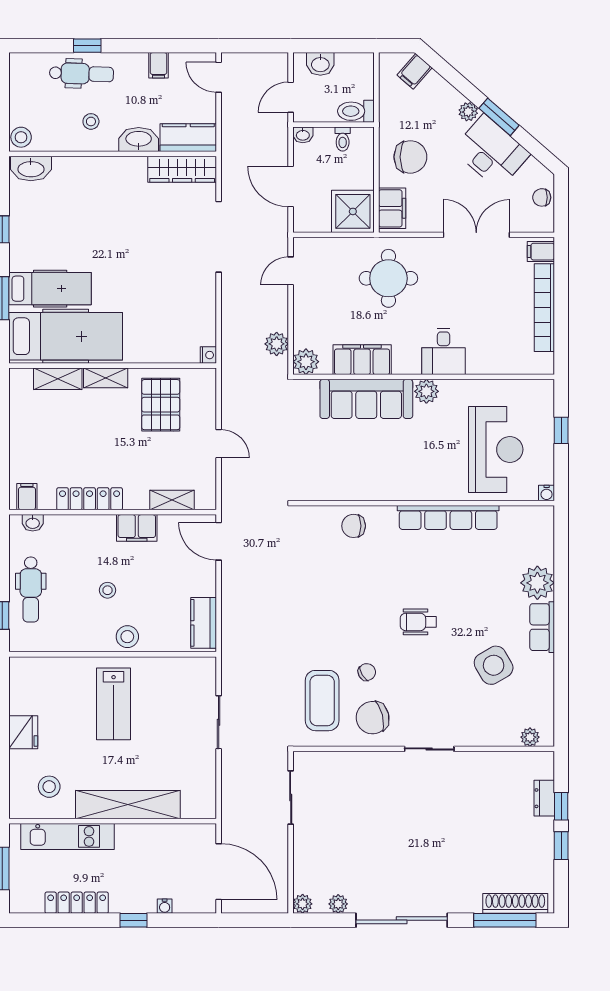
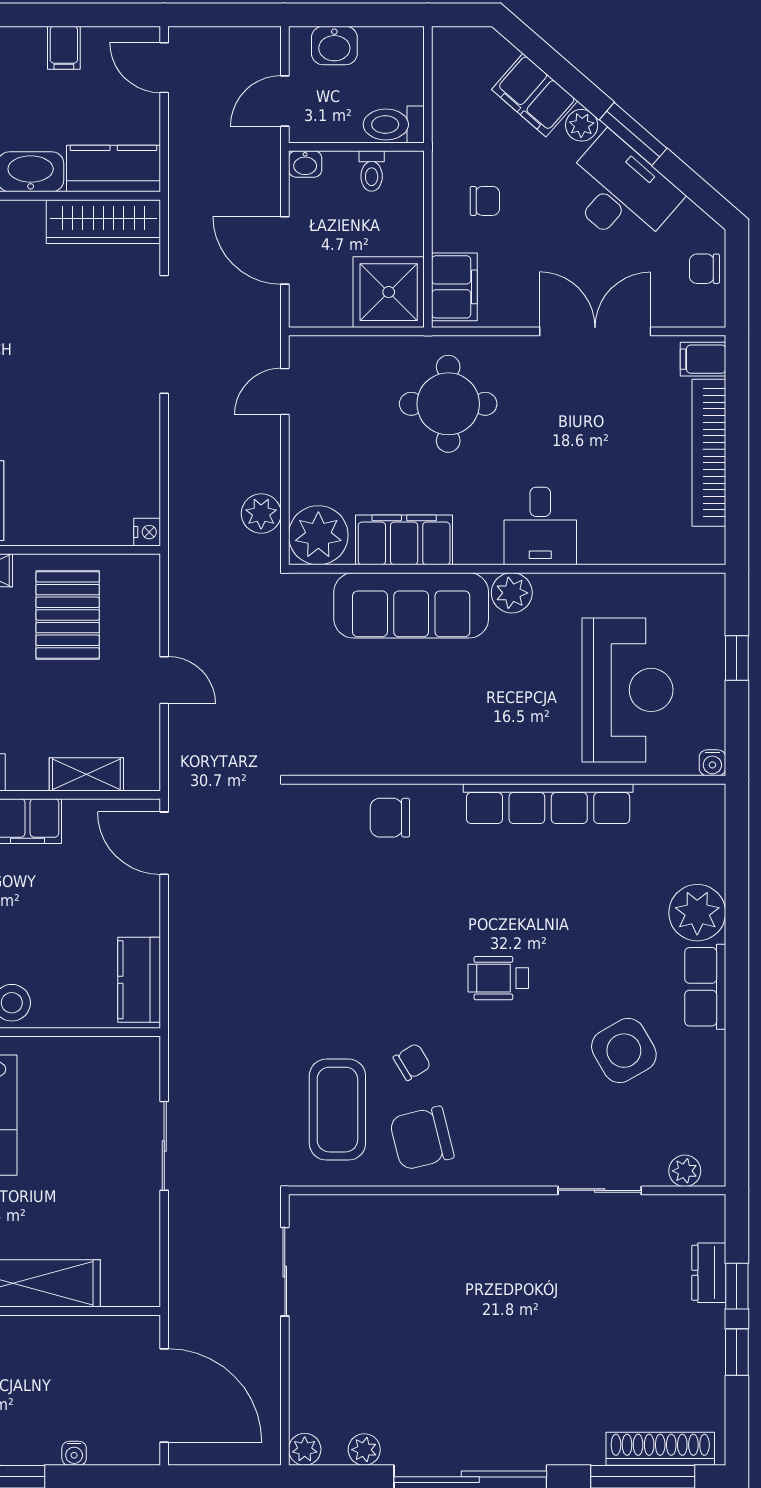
filing cabinet: (415, 71) -> (535, 95), moved, width x2.00
chair: (410, 157) -> (485, 201), width x0.54, depth x0.54
plant: (306, 362) -> (318, 535), width x1.36, depth x1.36
sliding door: (429, 749) -> (600, 1190), moved

